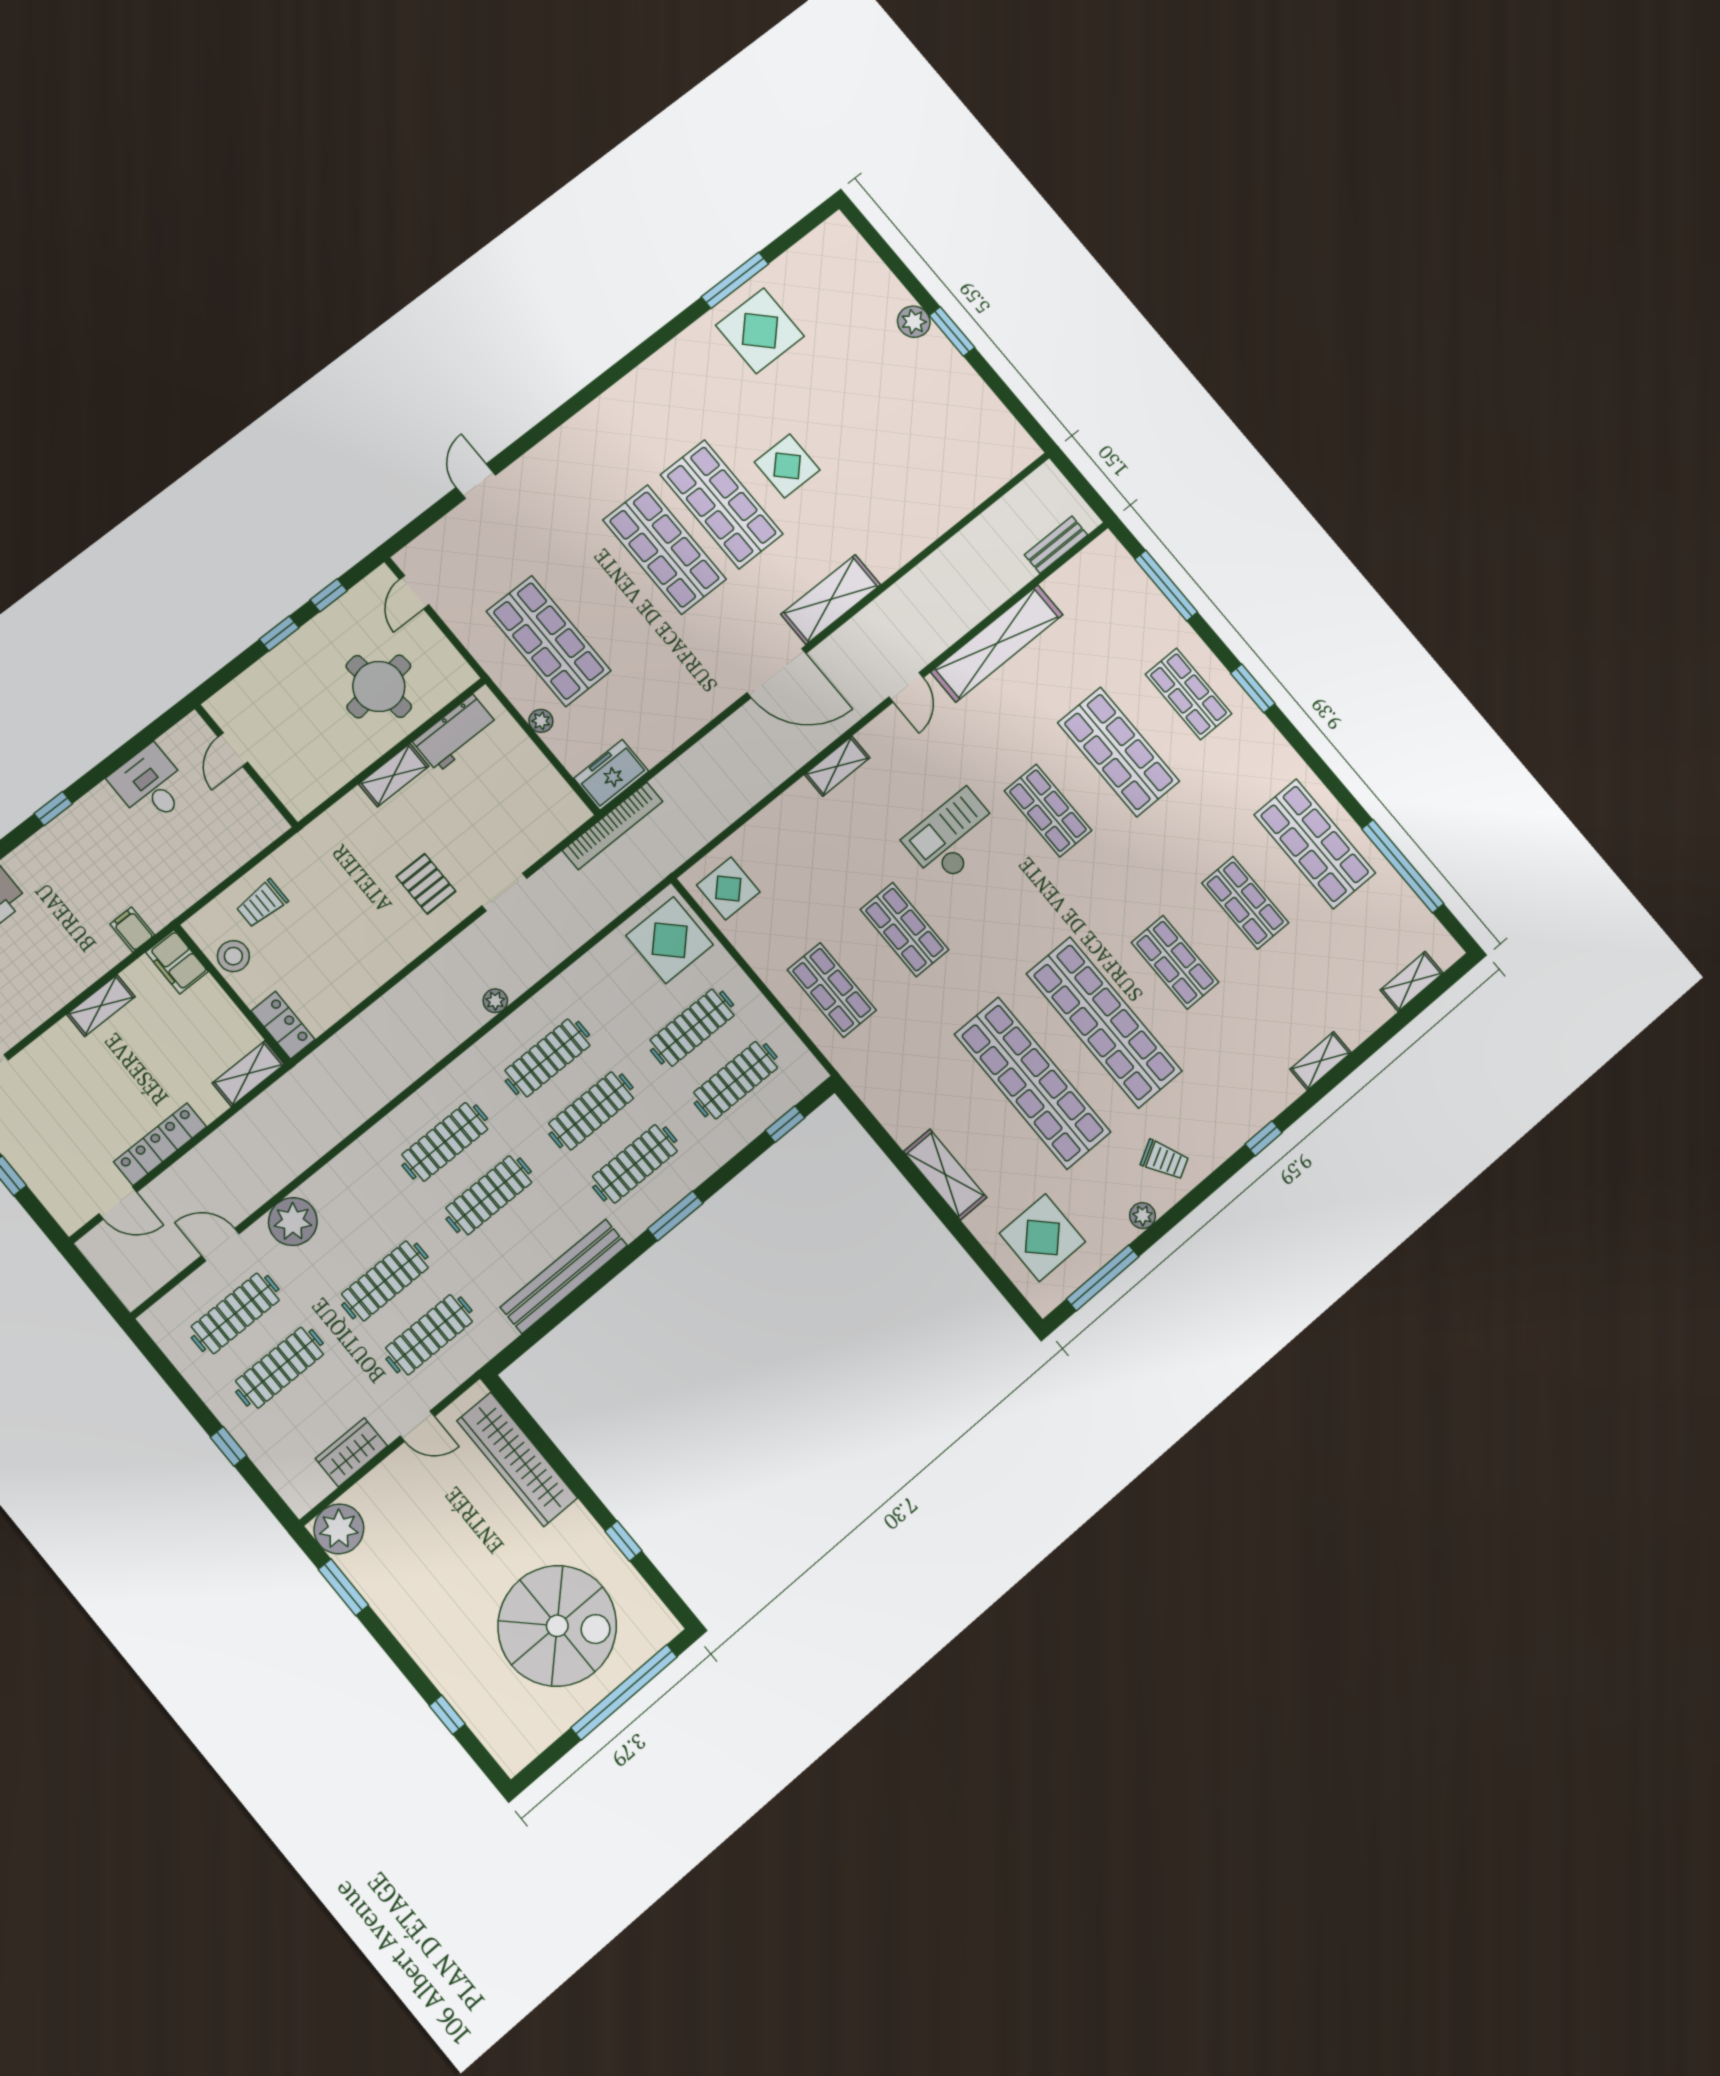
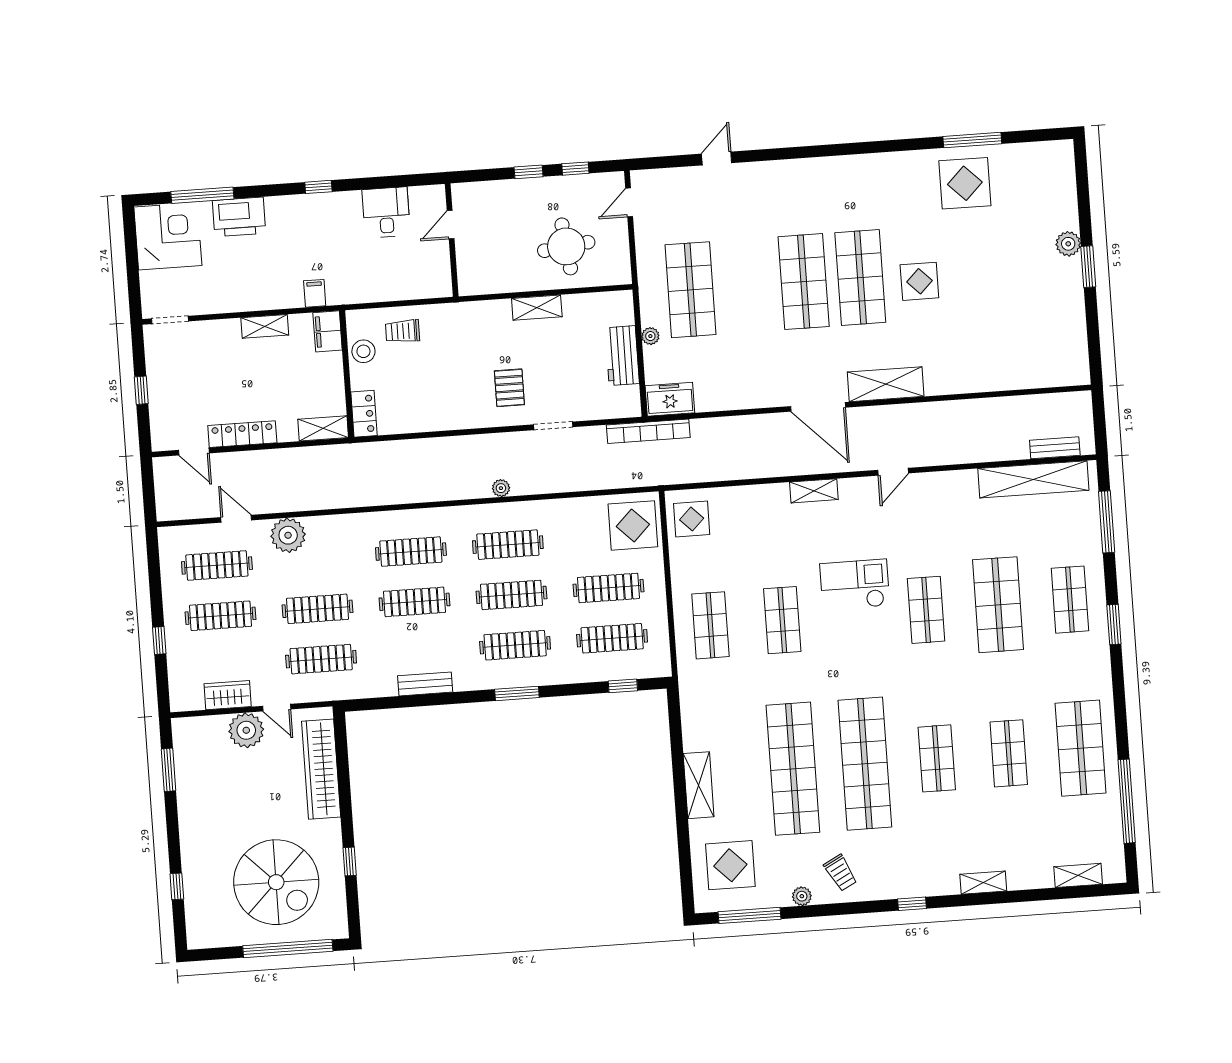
shelving: (997, 643) -> (1033, 479), moved
workbench: (455, 733) -> (622, 356), moved, turned 90
bench: (564, 1276) -> (425, 684), width x0.54, depth x0.82
plant: (339, 1529) -> (246, 730), moved

